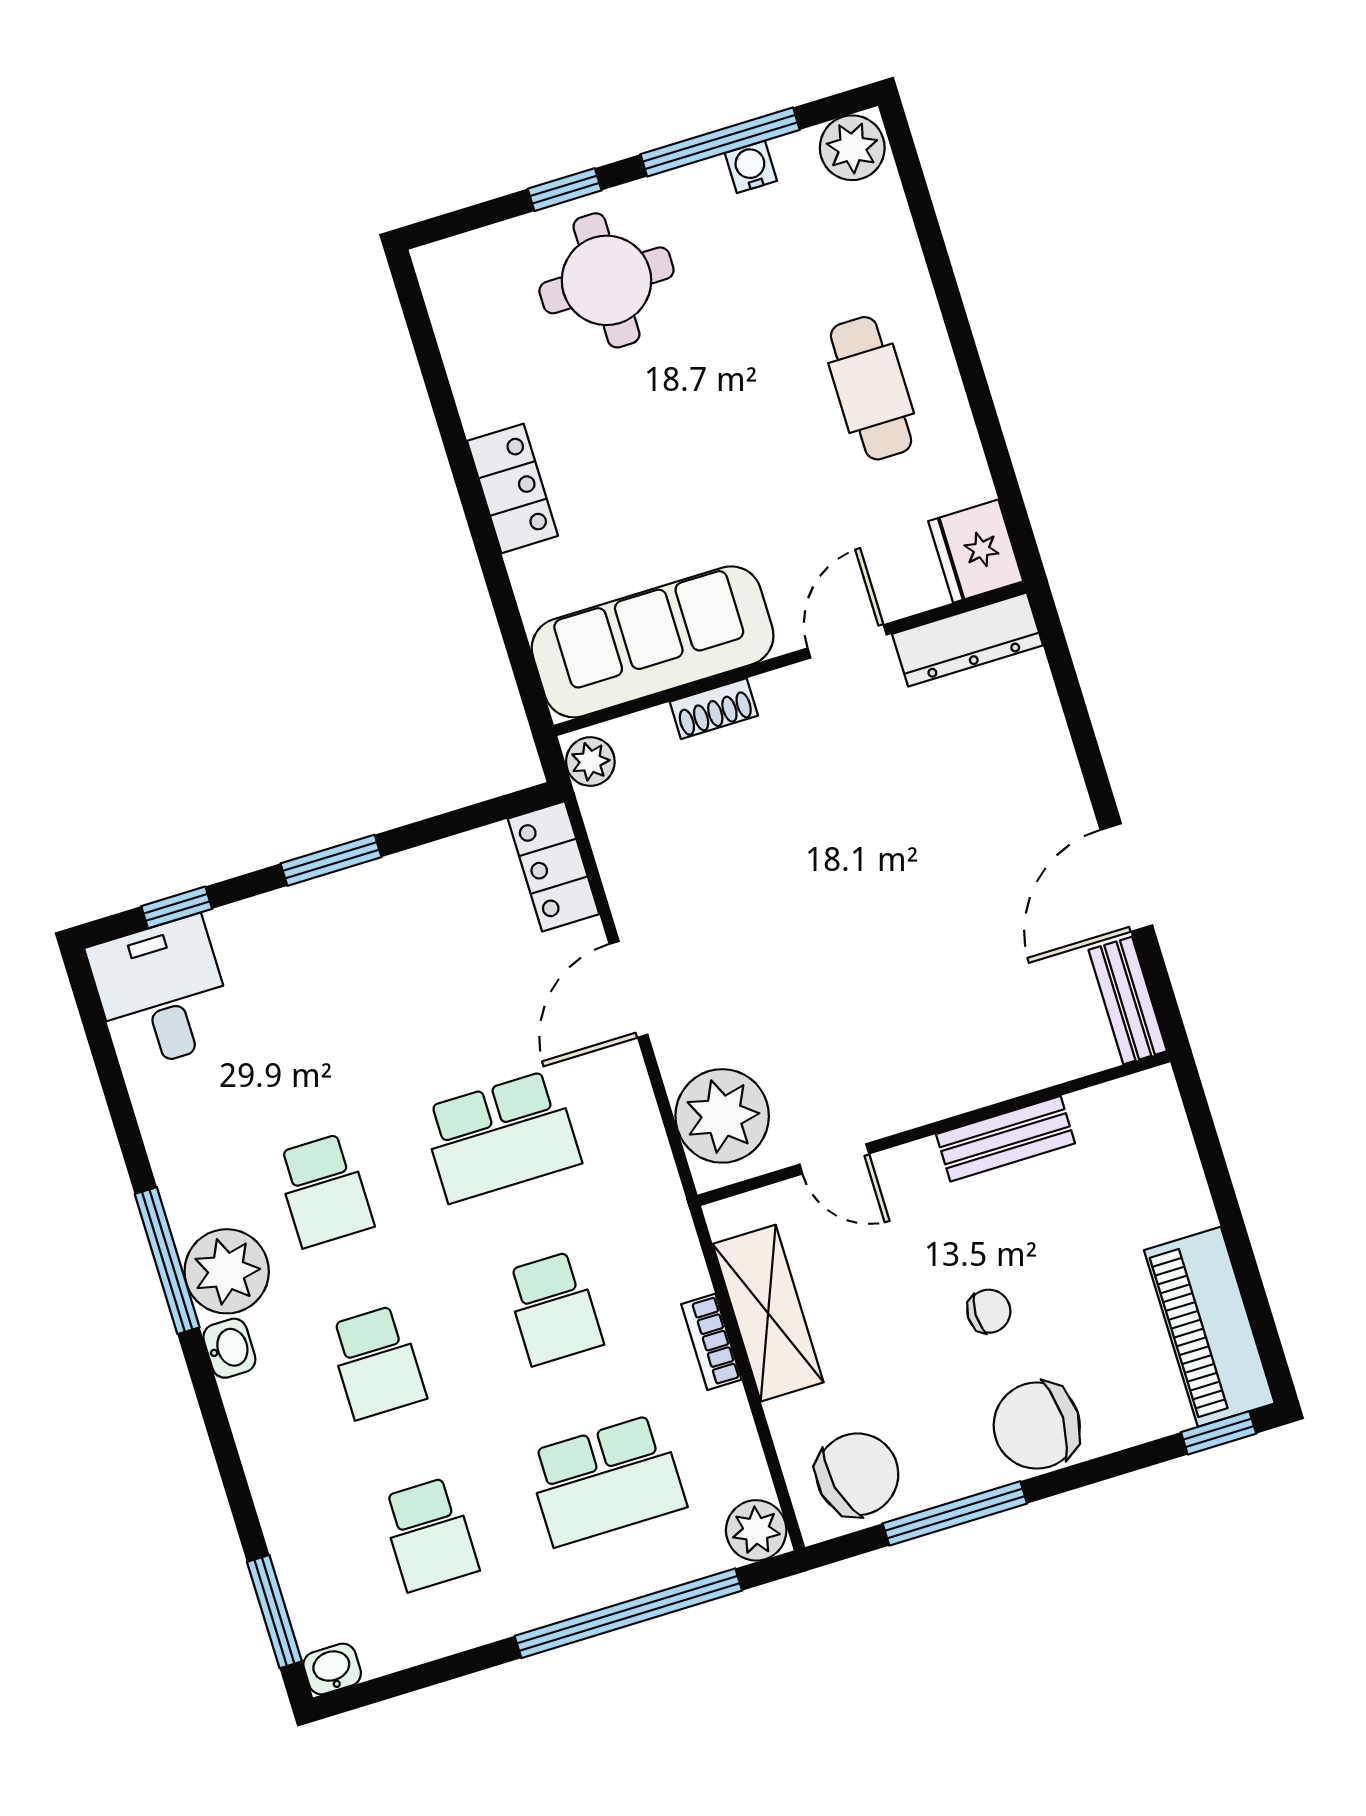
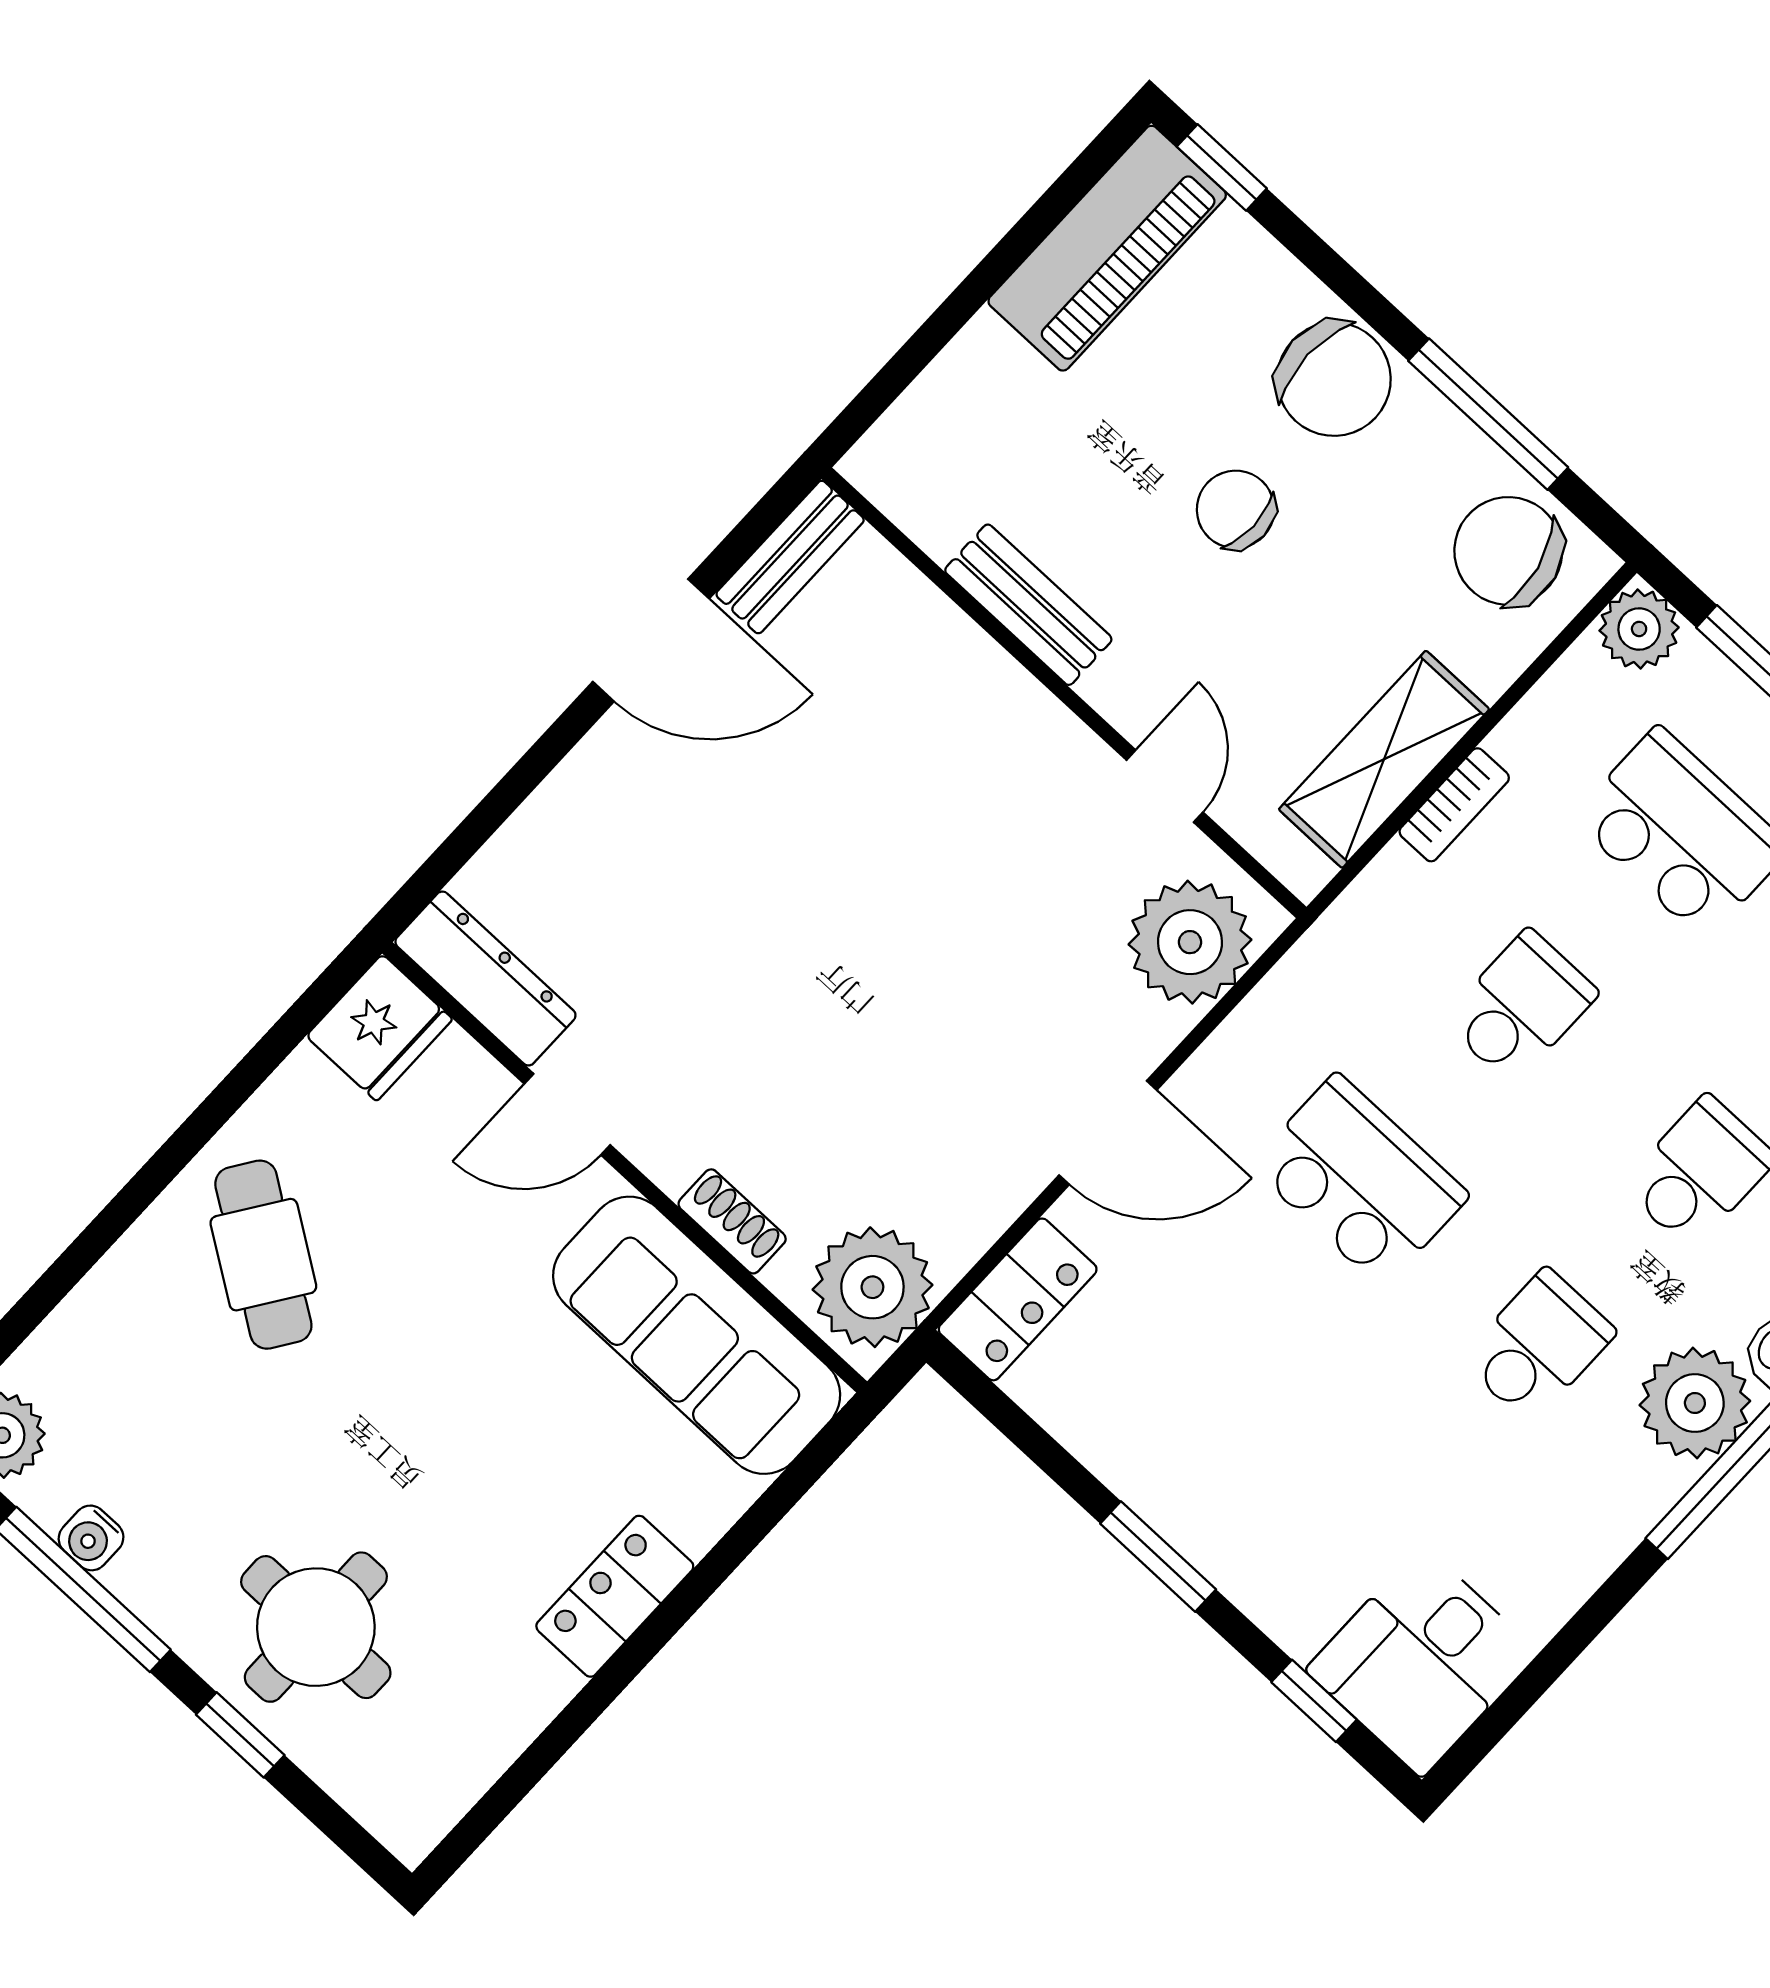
cafe table: (871, 388) -> (263, 1255), turned -56
plant: (590, 762) -> (872, 1287), width x1.87, depth x1.87
chair: (989, 1311) -> (1236, 509), width x1.37, depth x1.37

